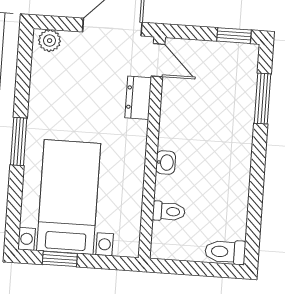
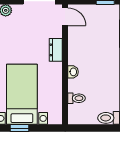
dresser: (138, 98) -> (56, 50), moved

